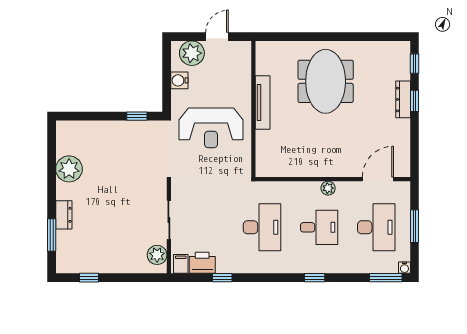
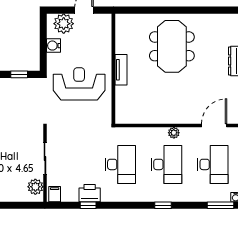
tv unit: (263, 102) -> (121, 70), width x0.71
reception desk: (211, 128) -> (79, 84), turned 180
desk: (319, 227) -> (167, 164), width x1.37
printer: (202, 263) -> (90, 193), moved

